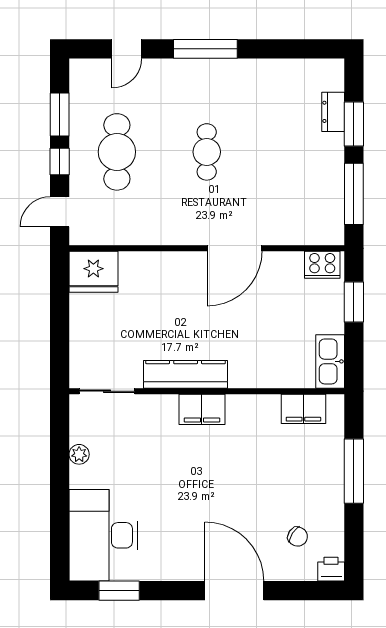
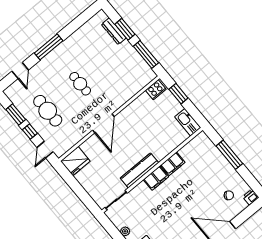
dresser: (333, 112) -> (114, 31), width x1.44
door: (235, 248) -> (103, 123), moved
filing cabinet: (303, 409) -> (173, 164), moved

